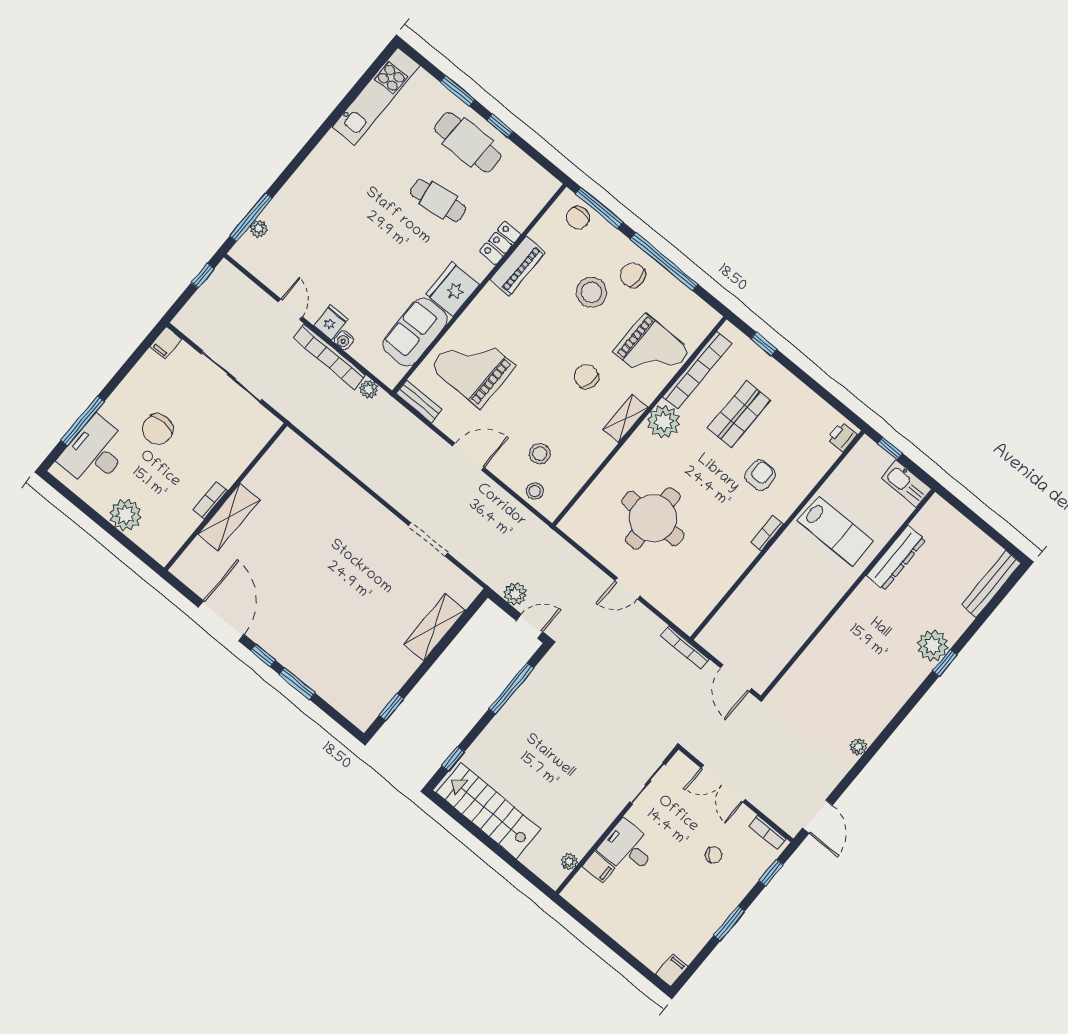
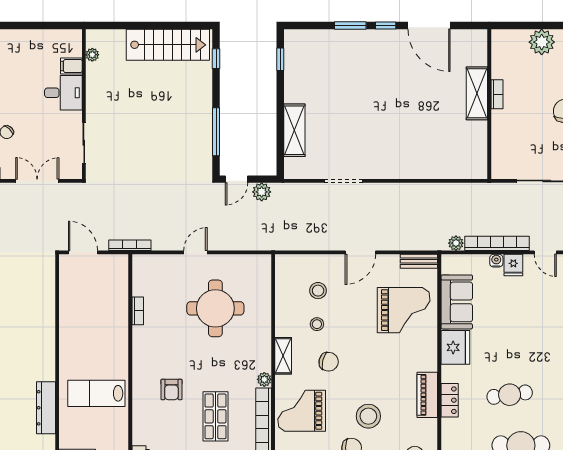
plant: (664, 422) -> (264, 379), width x0.53, depth x0.53
stool: (535, 491) -> (317, 324), moved
bookcase: (767, 533) -> (138, 311), moved

